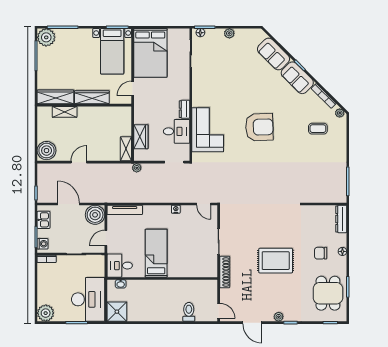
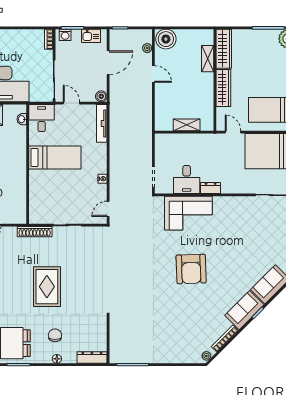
coffee table: (318, 129) -> (190, 332), removed
wardrobe: (141, 137) -> (181, 141), removed
shelving: (126, 149) -> (187, 125), moved
plant: (137, 168) -> (147, 48), moved
boiler: (95, 215) -> (101, 96), width x0.54, depth x0.54

